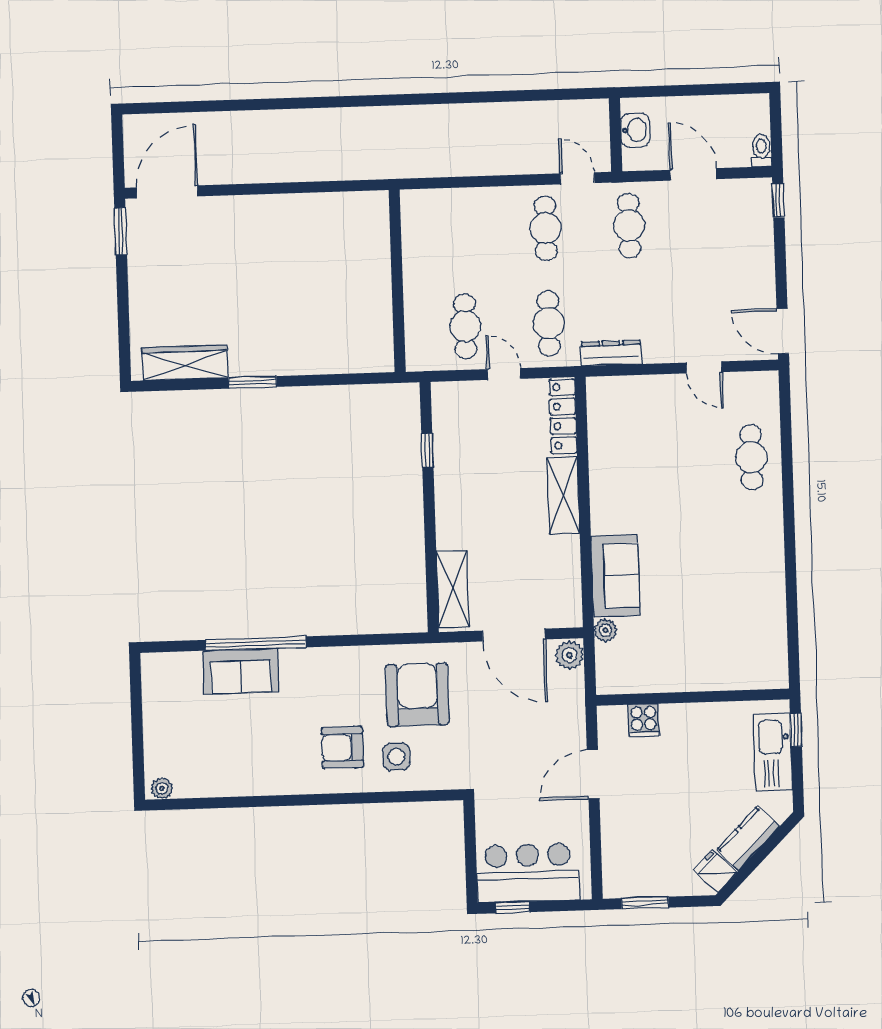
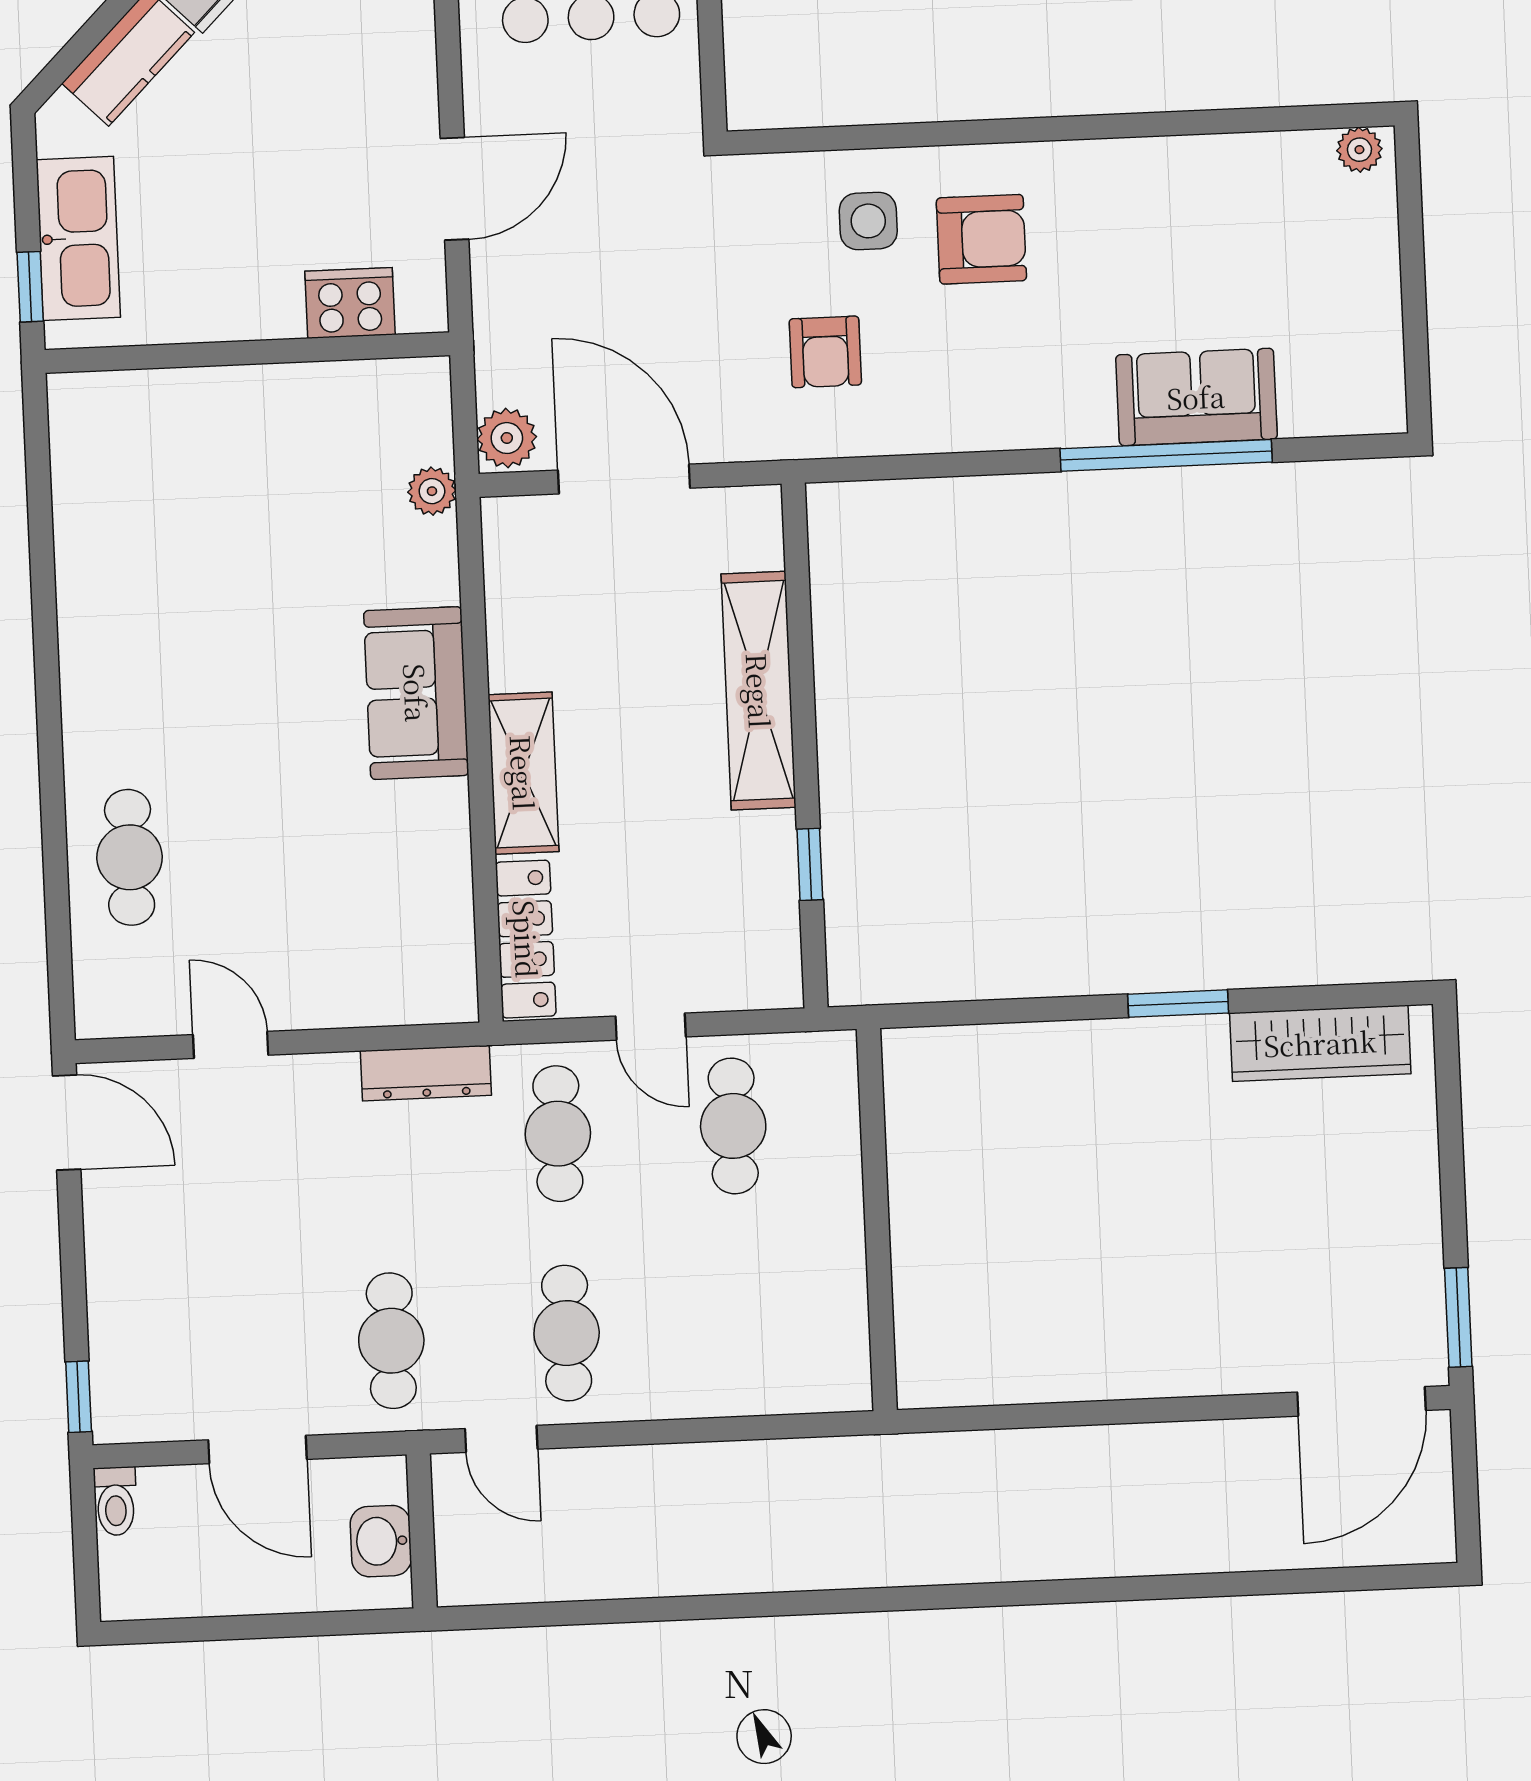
sofa: (615, 576) -> (416, 693), moved
shelving: (453, 589) -> (759, 691), moved, width x1.47
armchair: (417, 695) -> (825, 352), width x0.53, depth x0.53
cooker: (644, 720) -> (350, 303), width x1.36

